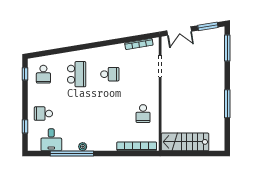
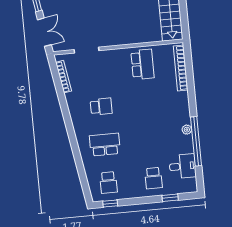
school desk: (43, 74) -> (108, 182), turned 90
school desk: (110, 74) -> (101, 107), turned 90
school desk: (143, 114) -> (143, 64), width x1.85

